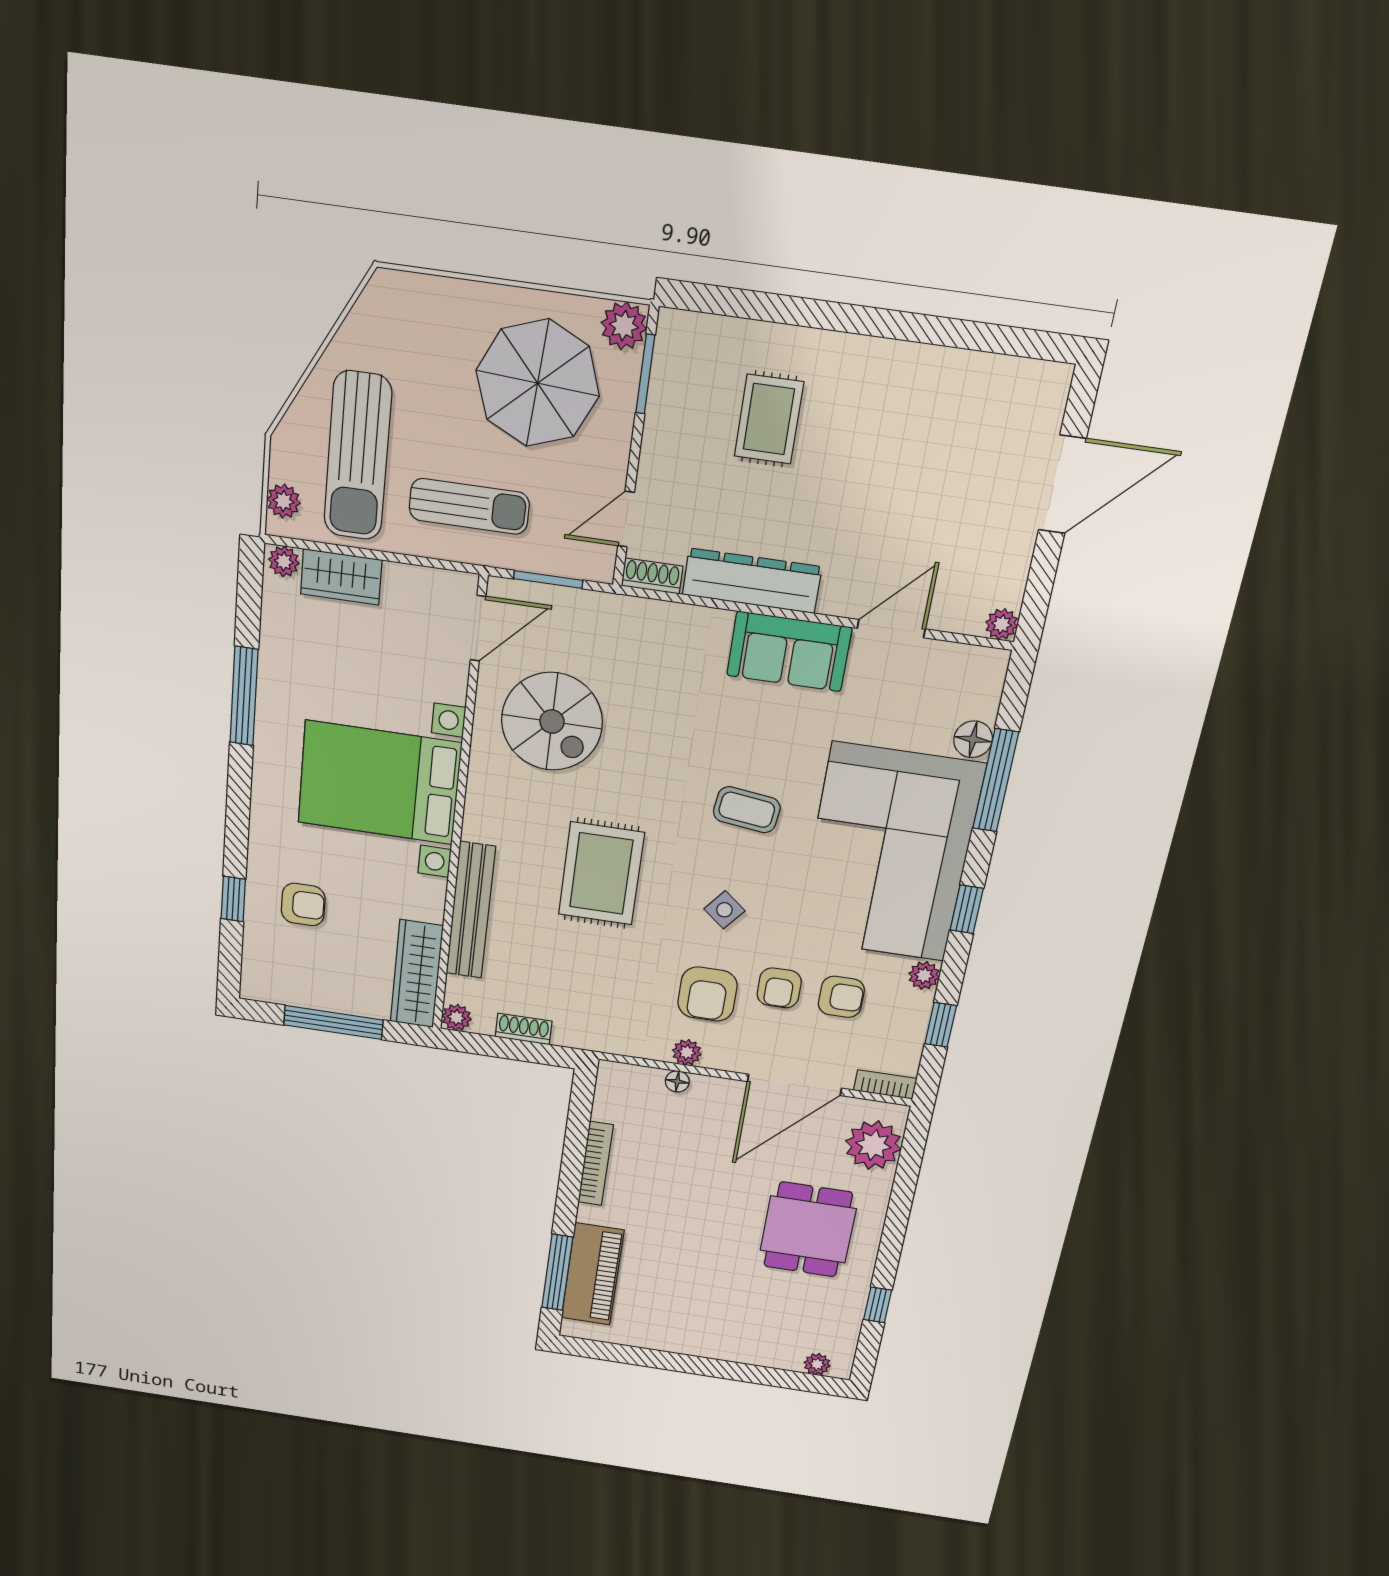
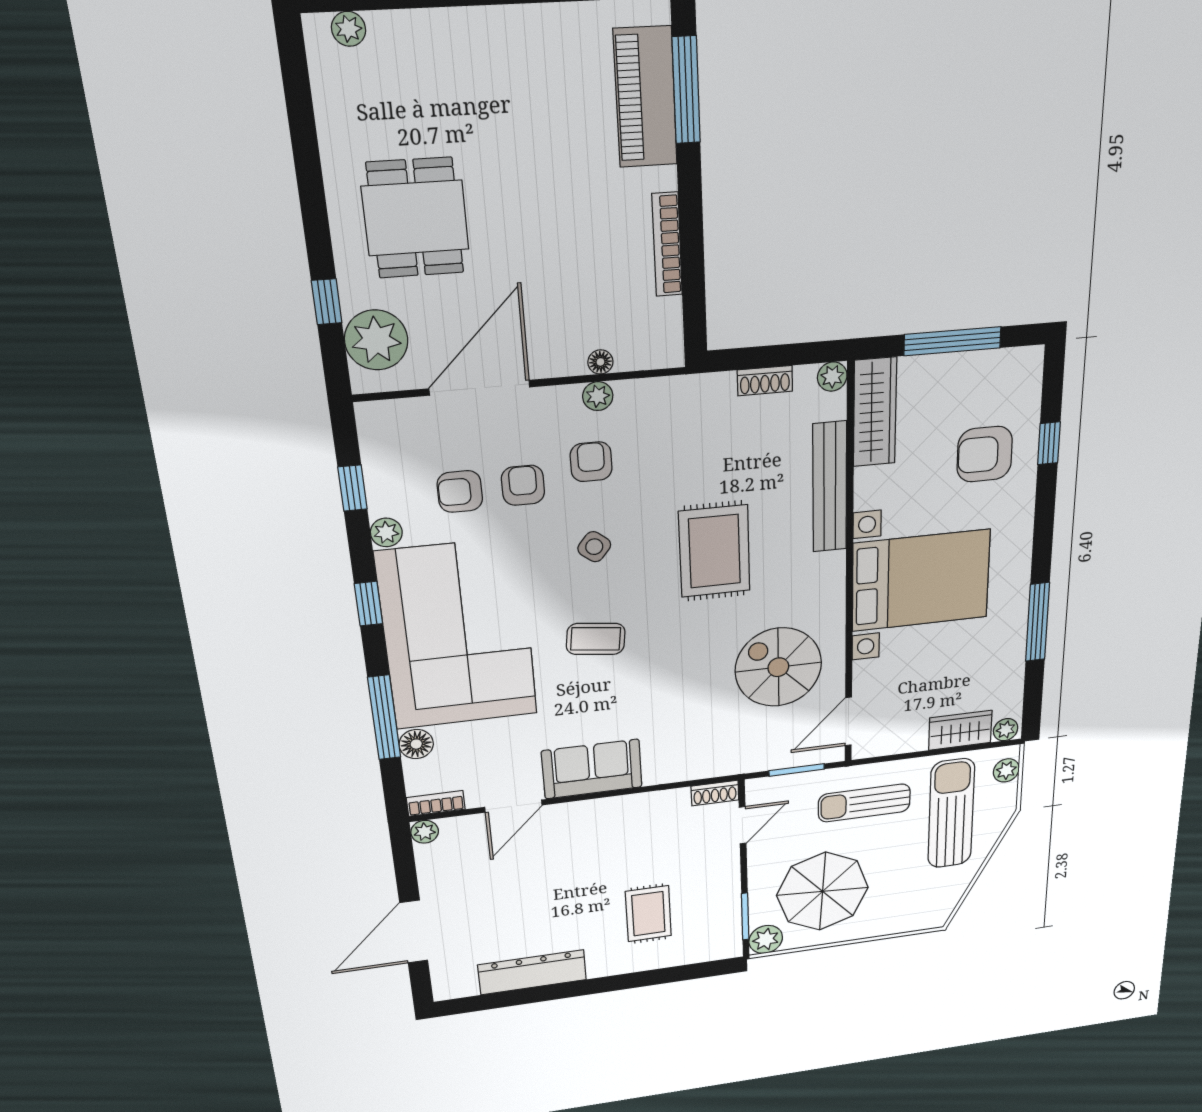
dresser: (752, 581) -> (532, 972), moved, turned 180
armchair: (303, 905) -> (985, 454), width x1.38, depth x1.38
armchair: (707, 994) -> (591, 462), width x0.72, depth x0.72
bookcase: (885, 1084) -> (436, 803), moved, turned 180
window: (878, 1305) -> (327, 302), moved

